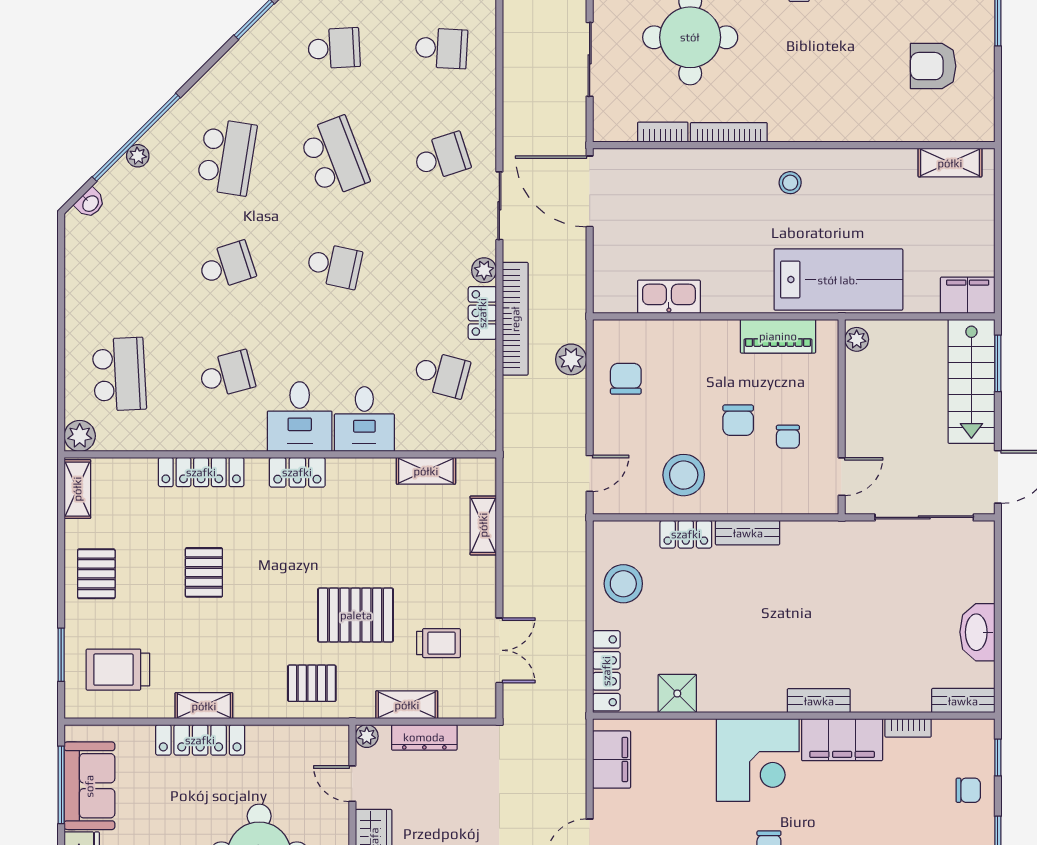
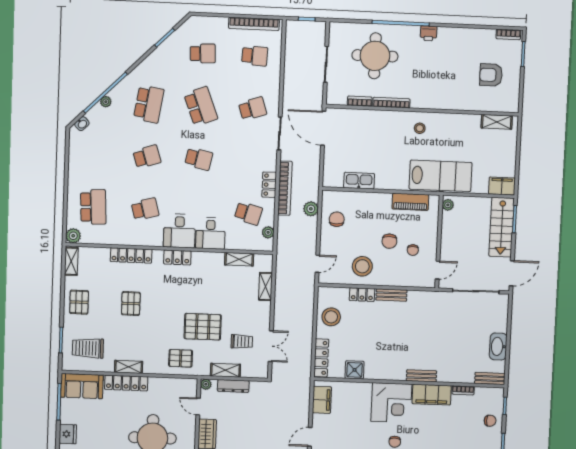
plant: (484, 270) -> (268, 232), moved
sofa: (89, 786) -> (82, 386), moved, turned 90

